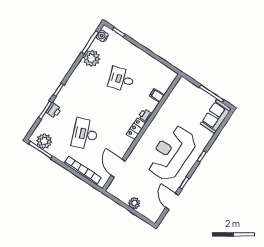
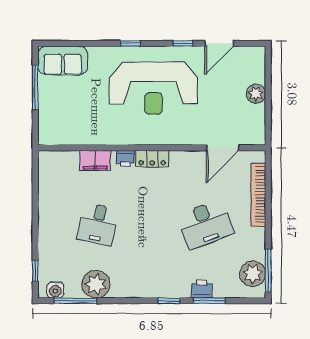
desk: (121, 79) -> (98, 224), turned 30
filing cabinet: (157, 95) -> (95, 160), width x2.00

